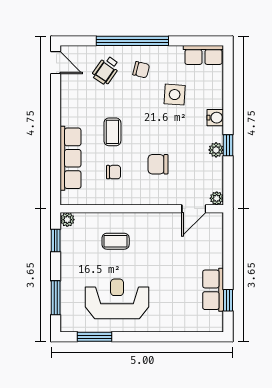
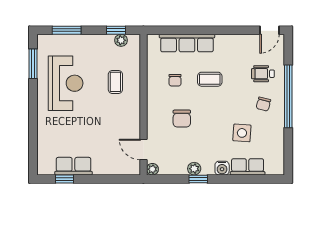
row of seats: (203, 55) -> (248, 167), moved, turned 90
wheelchair: (106, 70) -> (263, 74), turned -35
chair: (158, 164) -> (182, 119), turned 180
plant: (67, 220) -> (121, 40), moved

